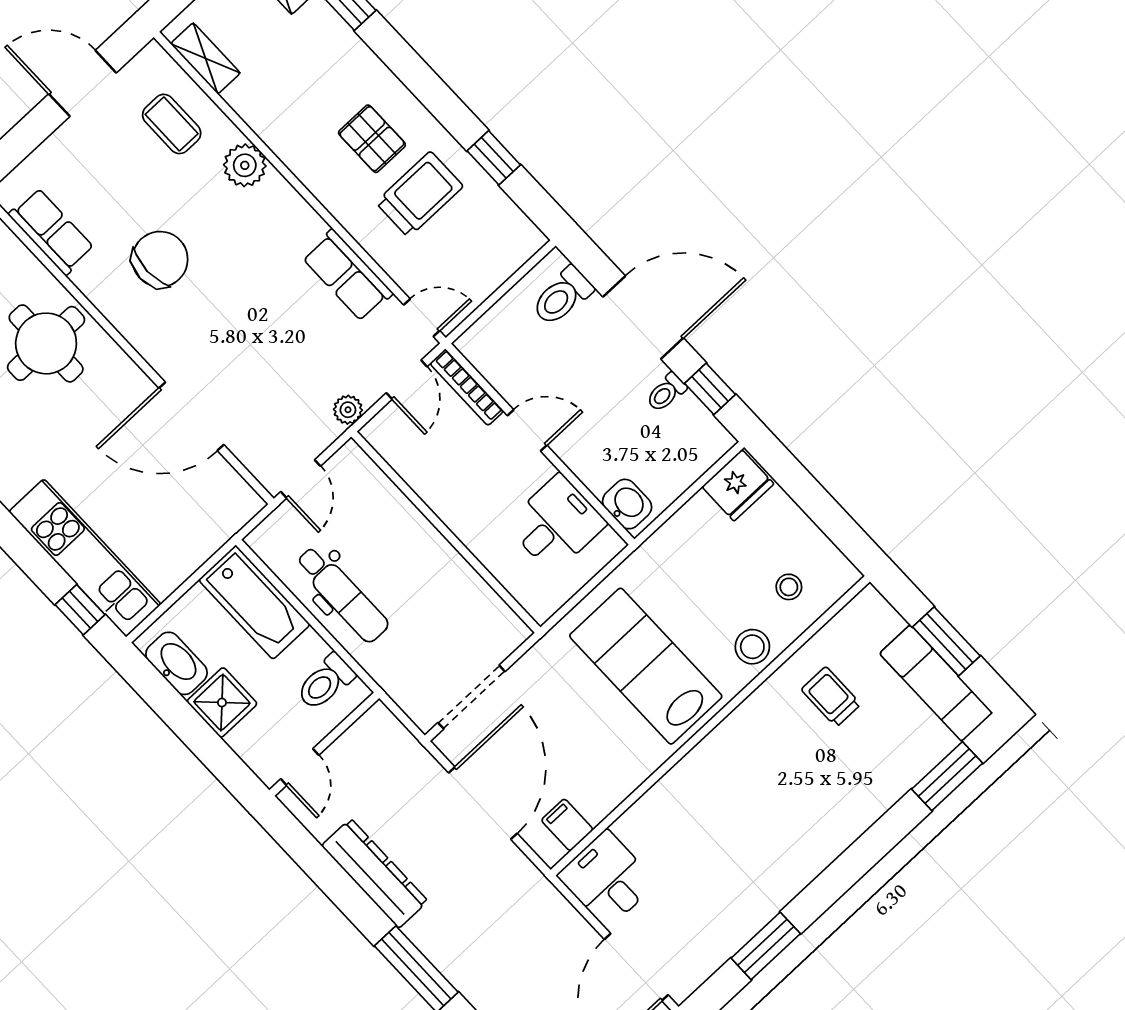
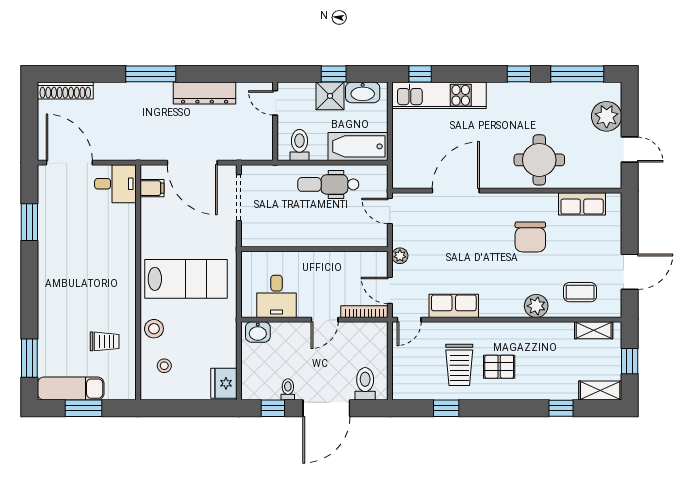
window: (188, 725) -> (334, 74), added

